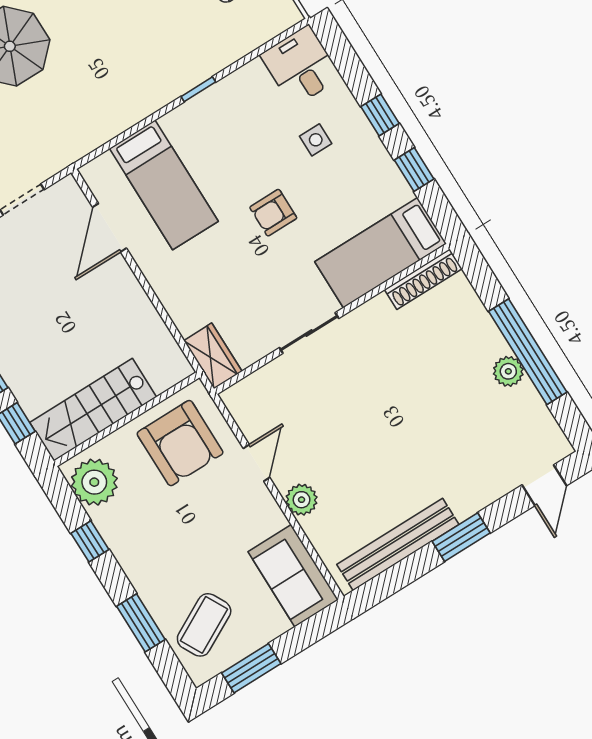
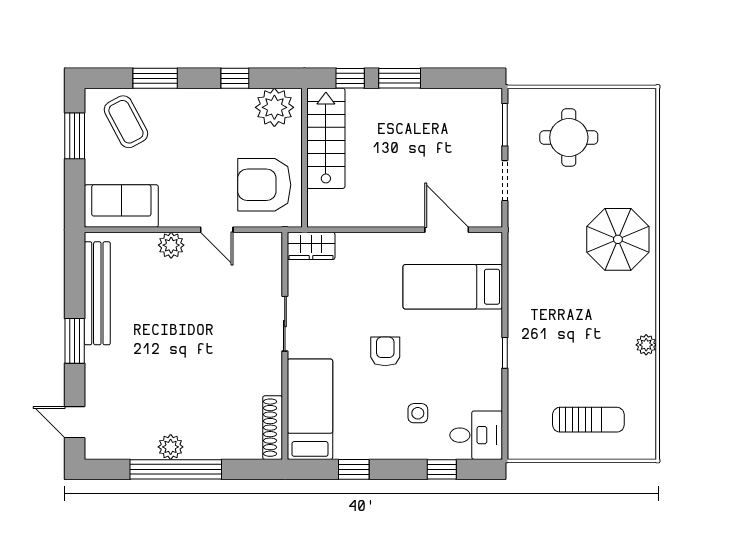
window: (380, 115) -> (442, 469), moved

